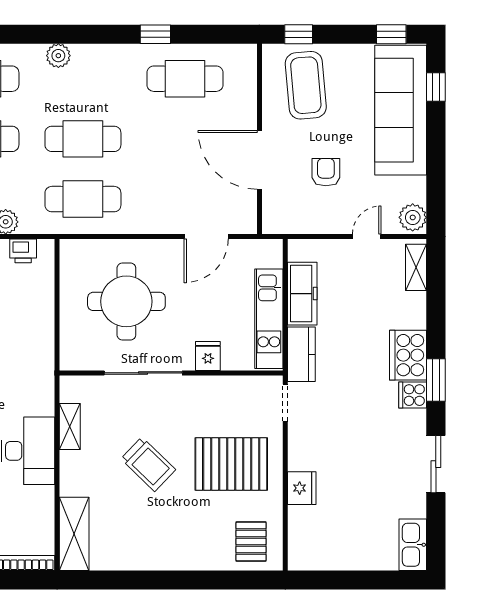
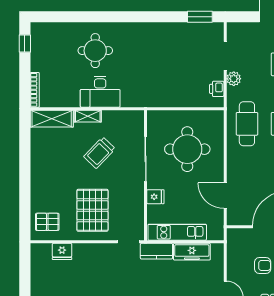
shelving: (70, 426) -> (88, 116), moved
trolley: (148, 464) -> (99, 153), moved
fridge: (302, 488) -> (62, 251), moved

